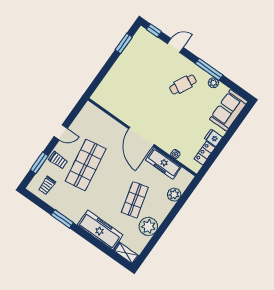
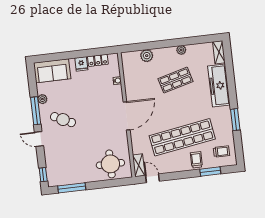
window: (124, 43) -> (72, 188), width x1.44
door: (175, 46) -> (39, 139), moved
round table: (115, 90) -> (110, 164), added
shelving: (94, 111) -> (139, 165), added
door: (61, 132) -> (152, 178), moved
freezer: (163, 164) -> (131, 83), removed
shop shelf: (86, 165) -> (182, 137), width x1.40
plant: (148, 226) -> (181, 50), width x0.53, depth x0.53

